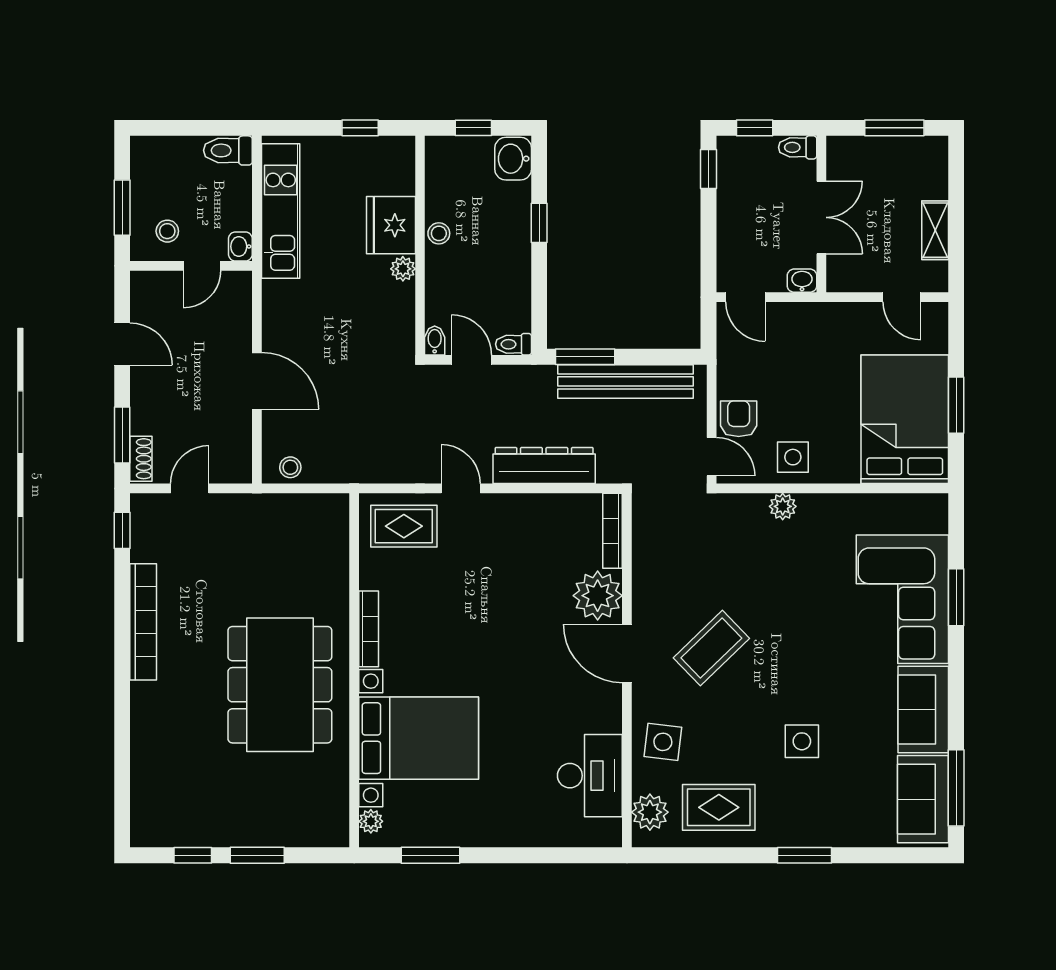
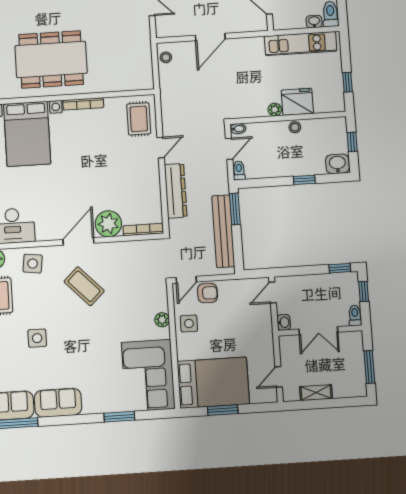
washbasin: (240, 246) -> (314, 22), moved
corner sofa: (902, 599) -> (148, 376), moved, turned -90

